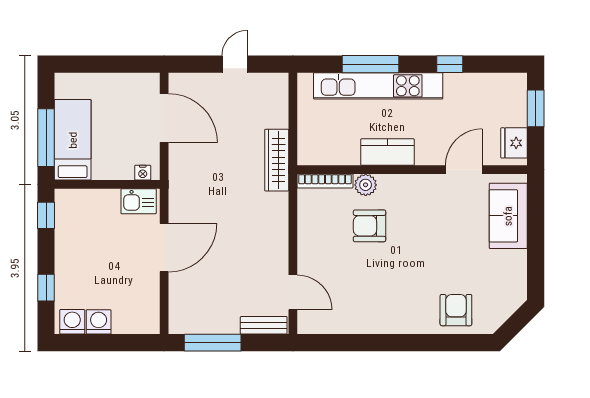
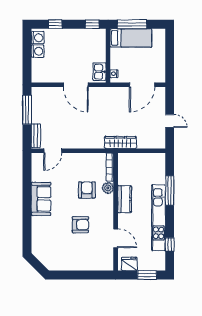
window: (450, 64) -> (170, 244), moved
kitchen unit: (378, 86) -> (159, 218), moved
sofa: (508, 216) -> (41, 199), moved, turned 90
armchair: (456, 310) -> (80, 225), moved

